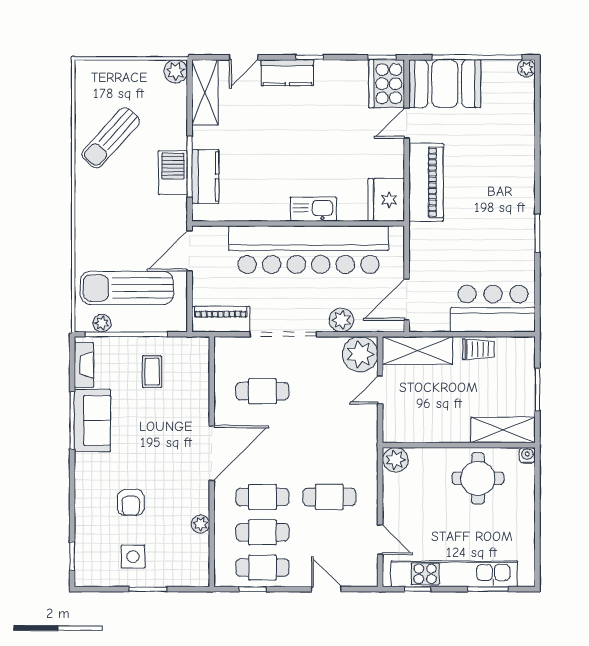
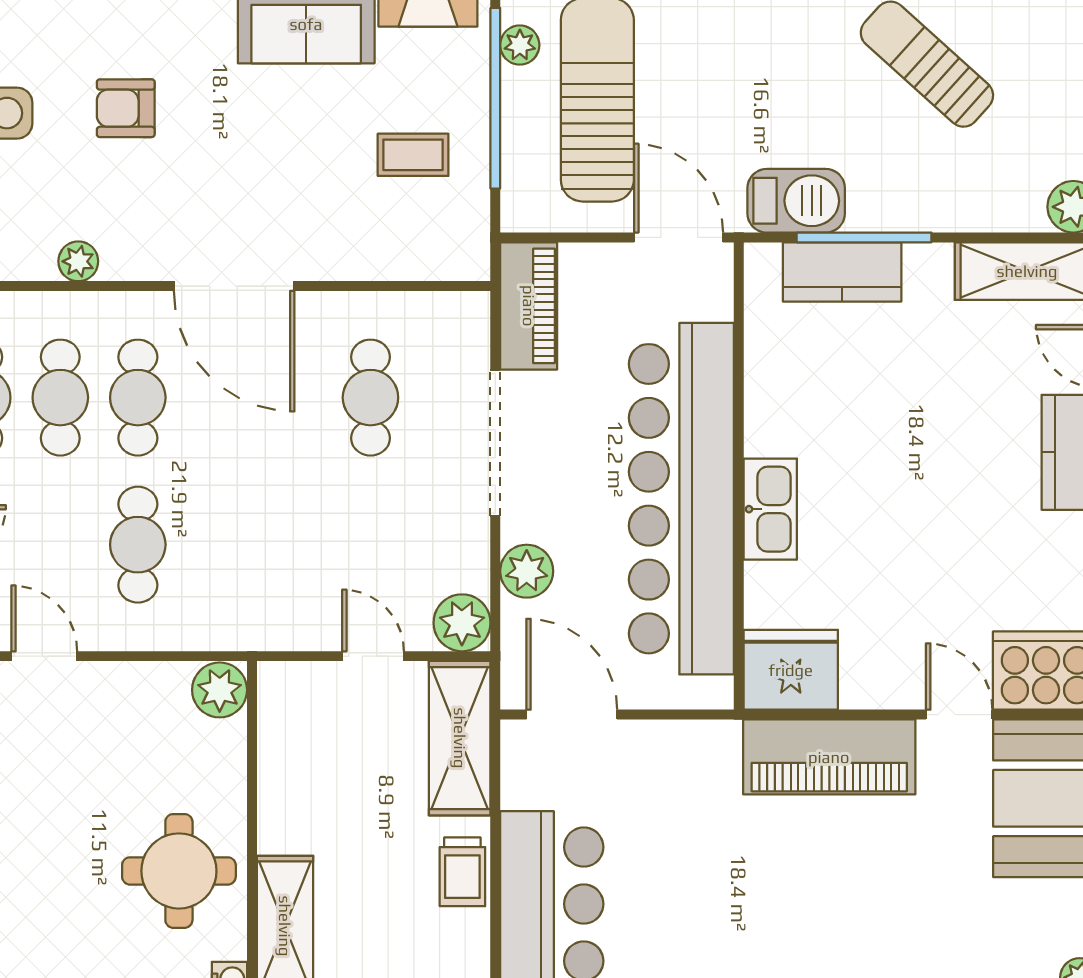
barbecue: (173, 173) -> (796, 201), moved
plant: (360, 354) -> (462, 623), width x0.73, depth x0.73
door: (380, 540) -> (44, 656), swing flipped

